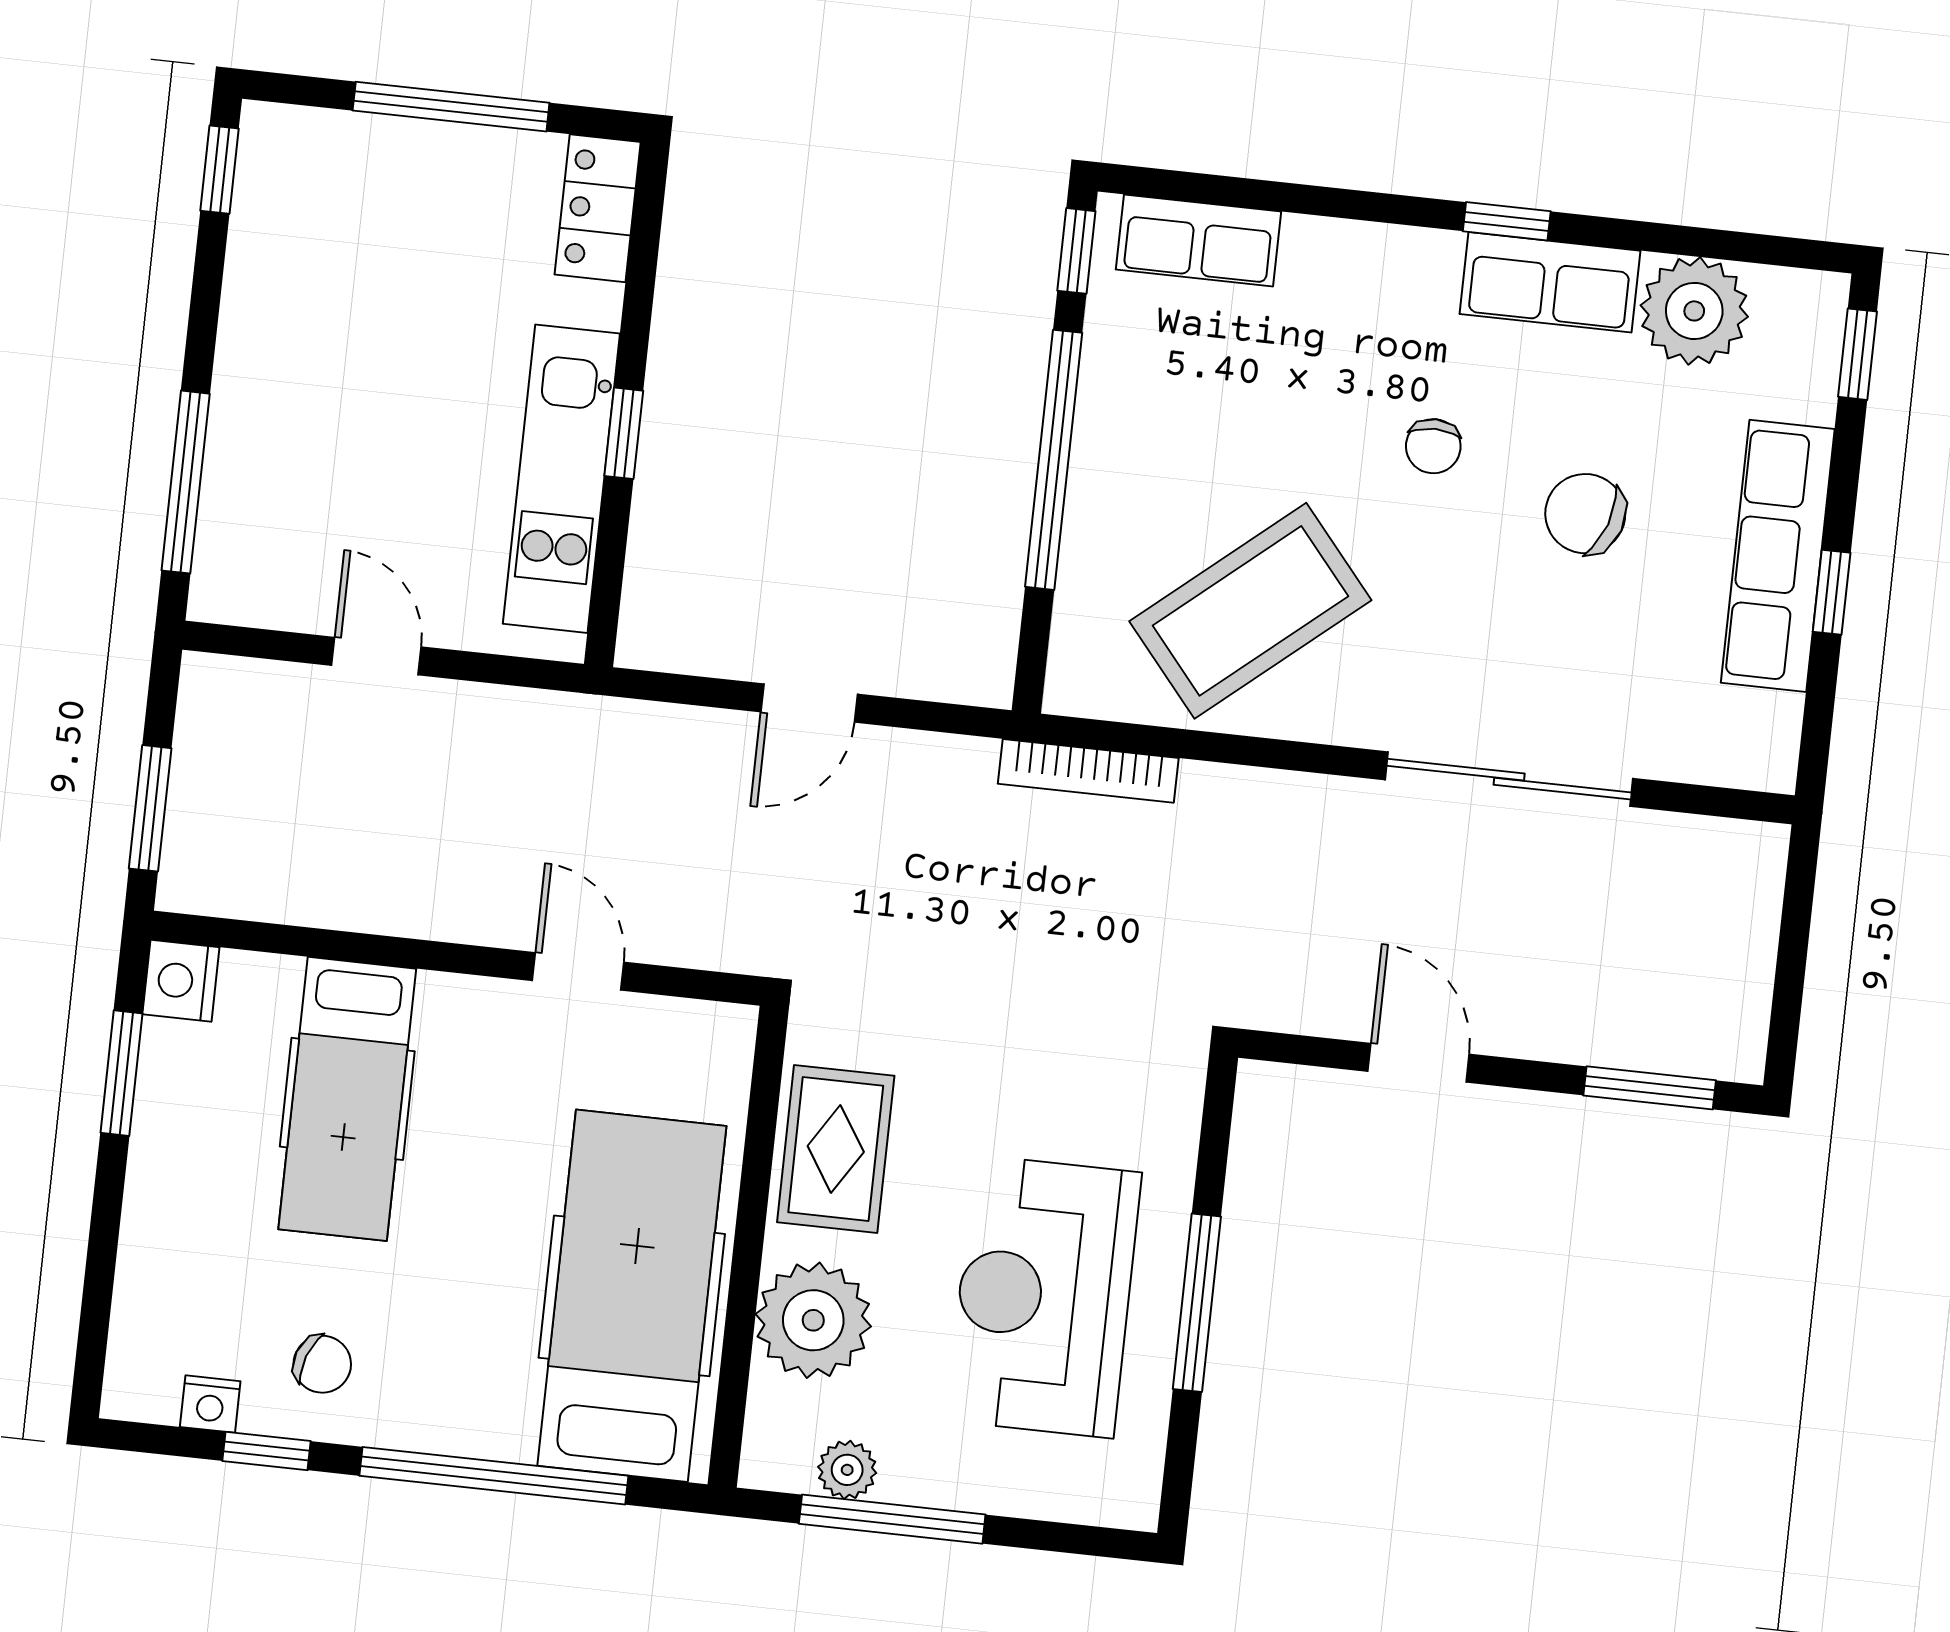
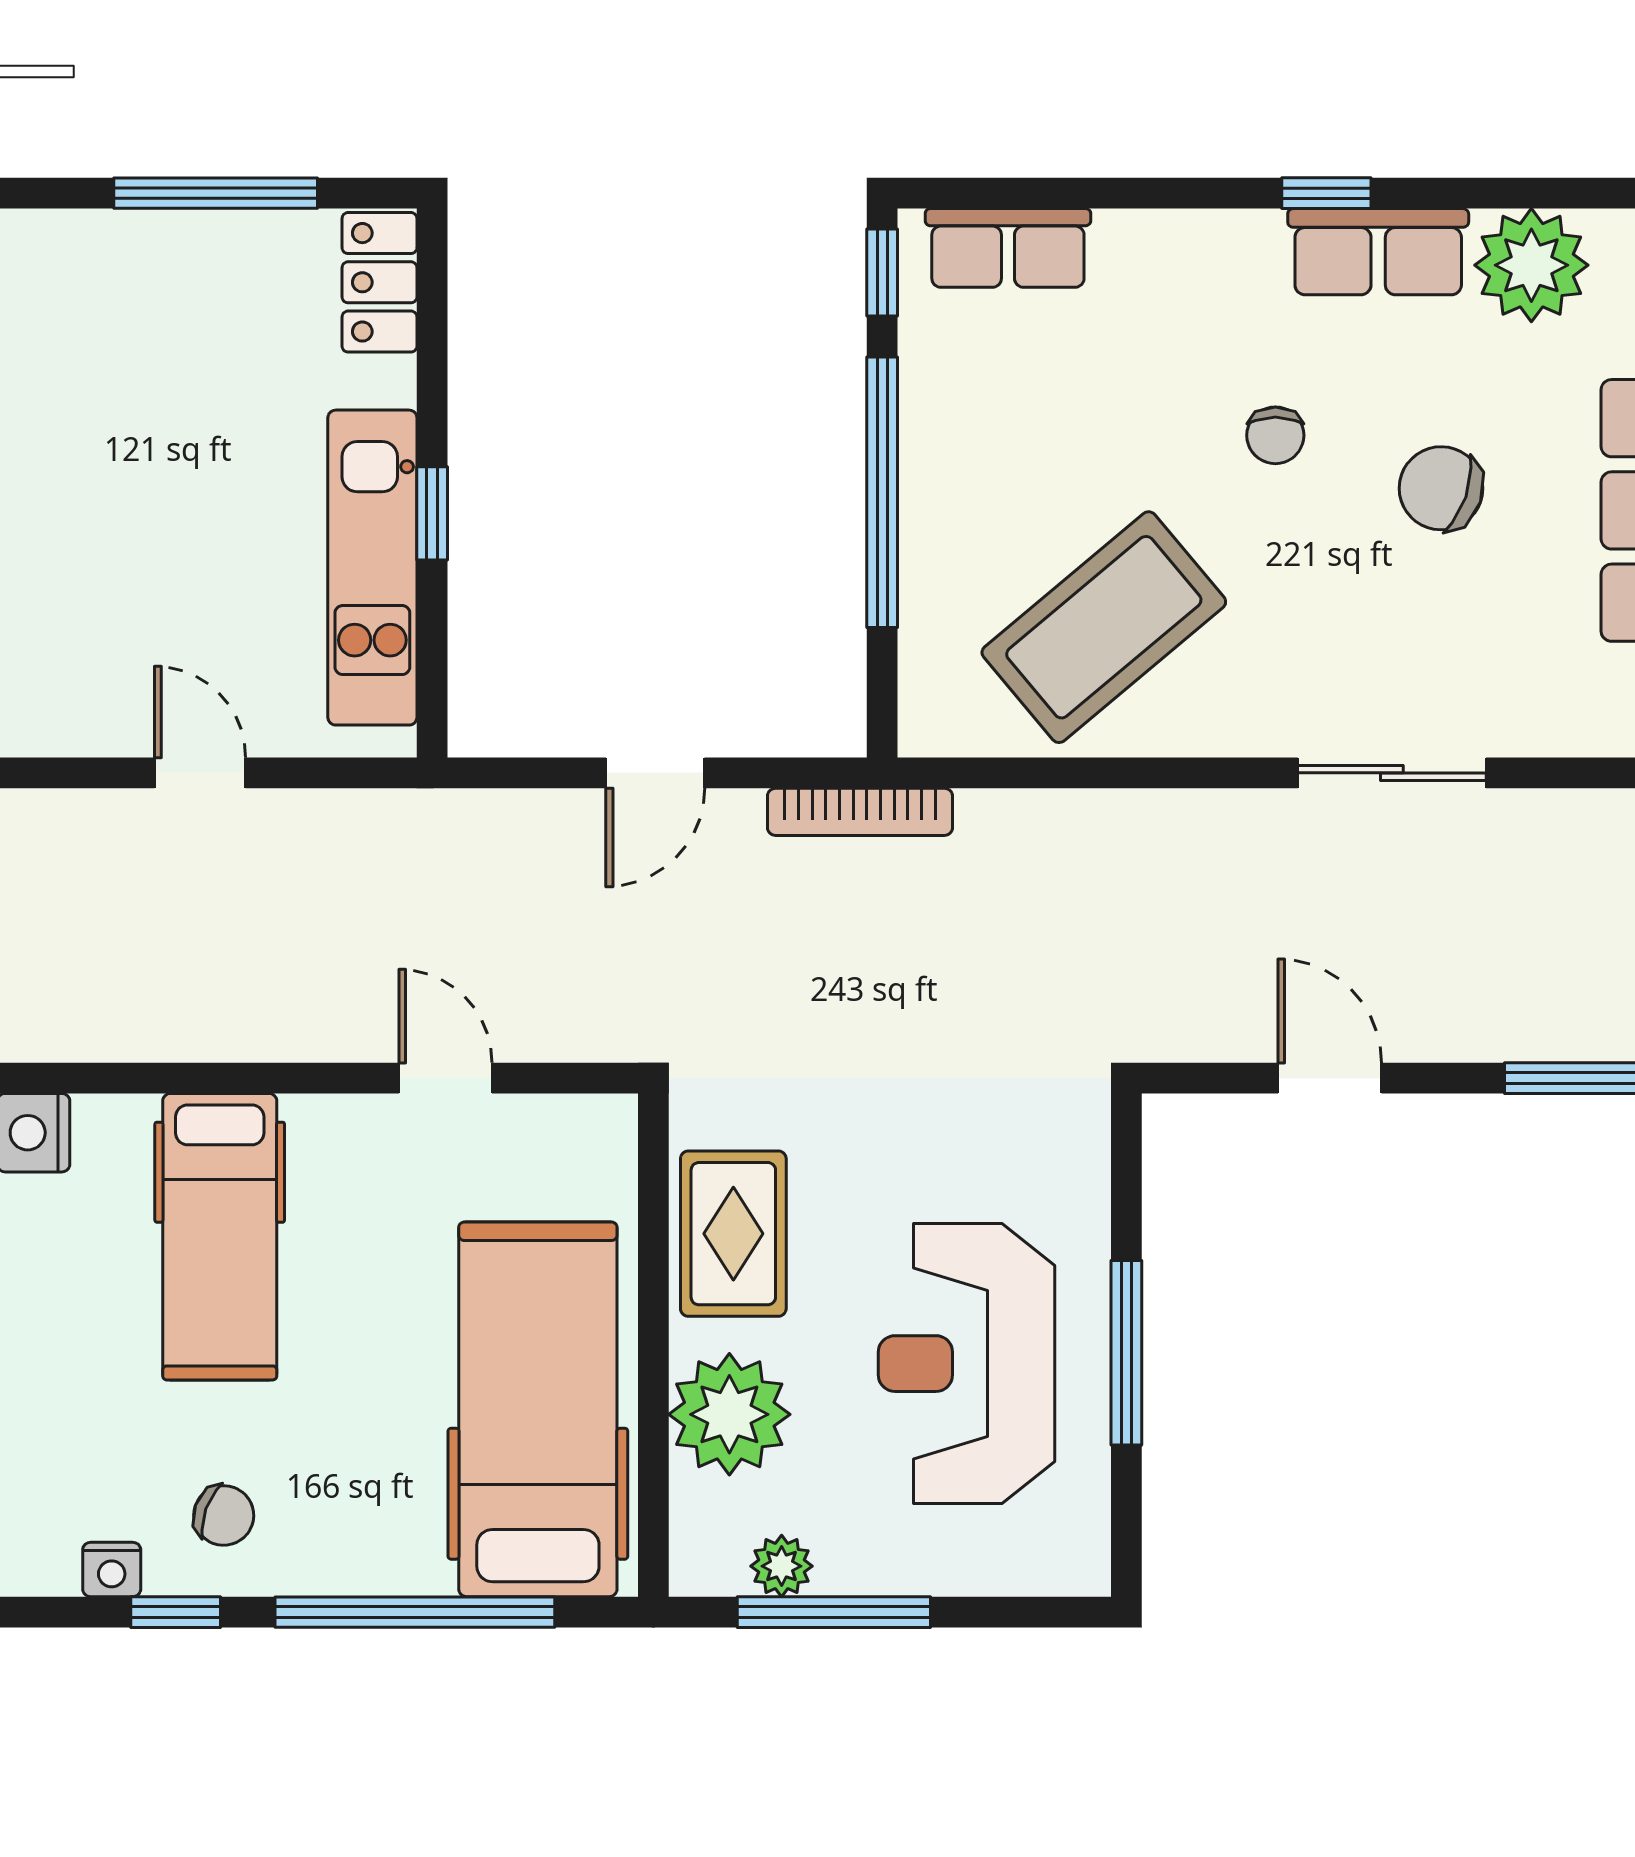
bookcase: (1088, 771) -> (860, 812), moved
sliding door: (1509, 779) -> (1392, 773), width x0.73

